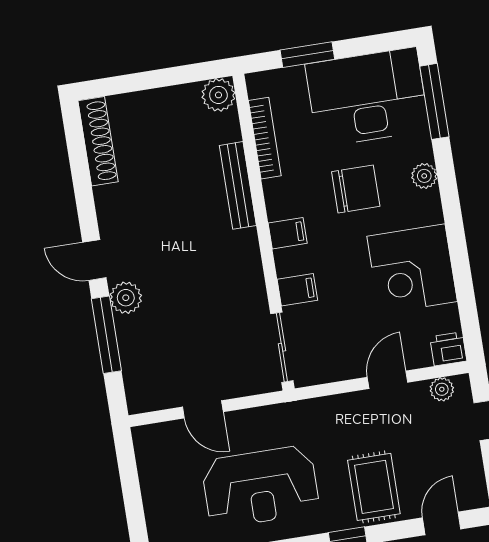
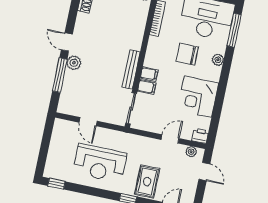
bench: (238, 185) -> (131, 69), moved
chair: (356, 189) -> (187, 54), turned 180
filing cabinet: (288, 233) -> (149, 74), moved

